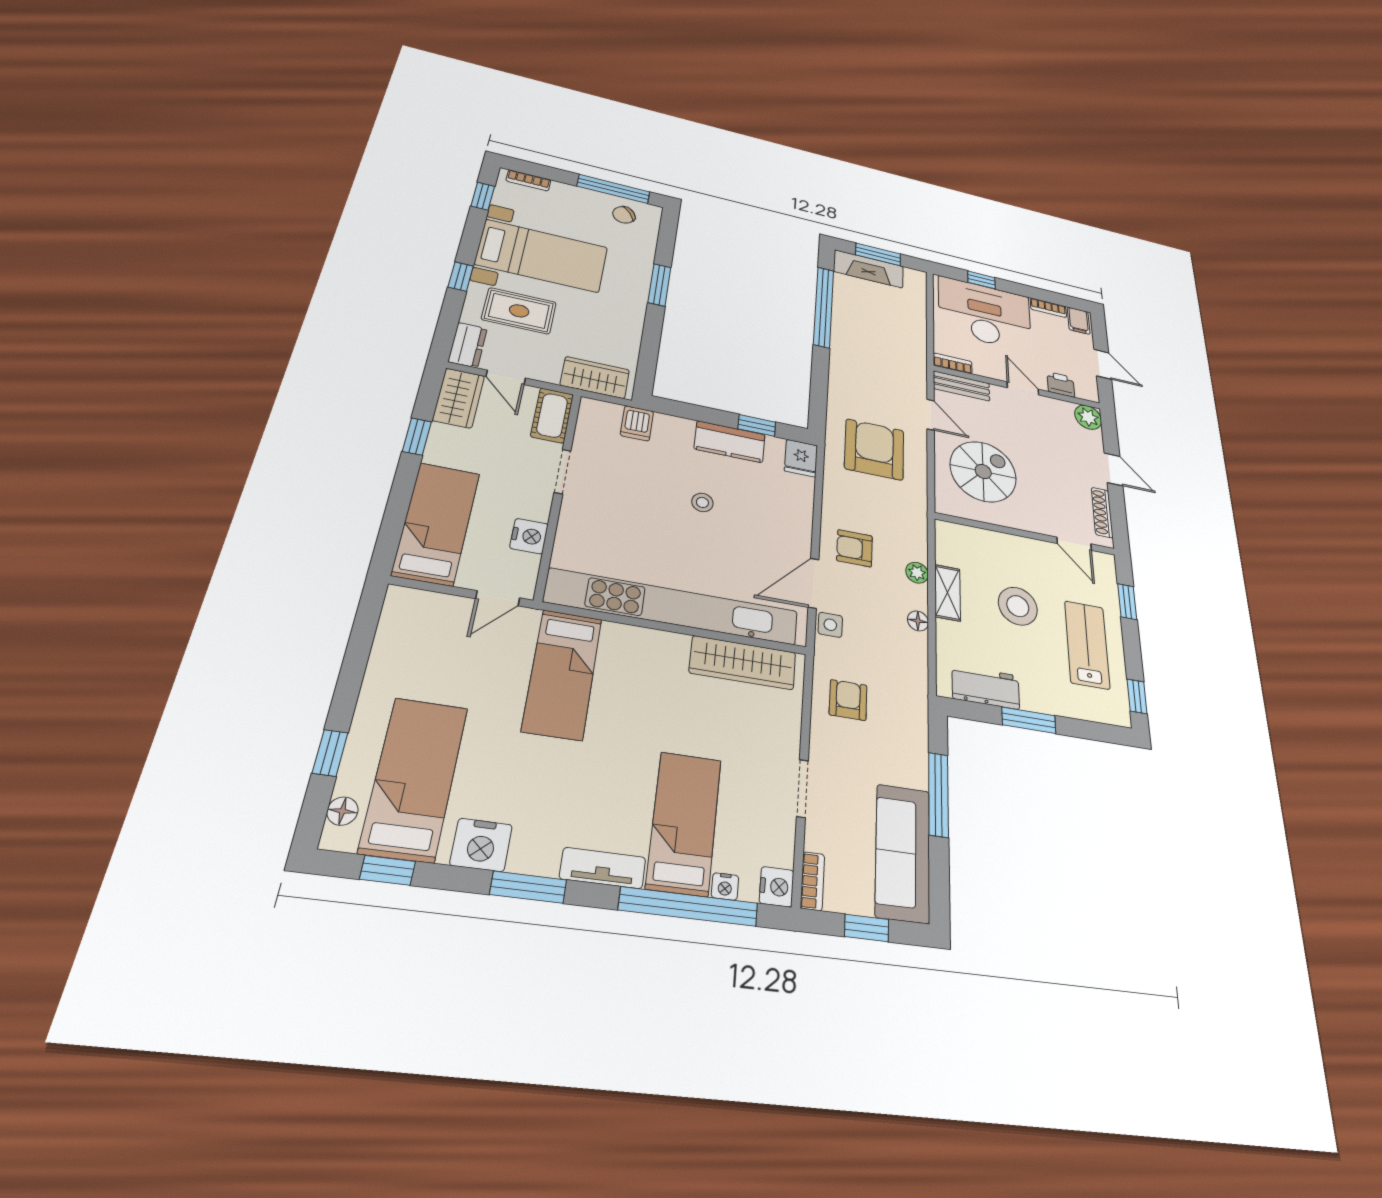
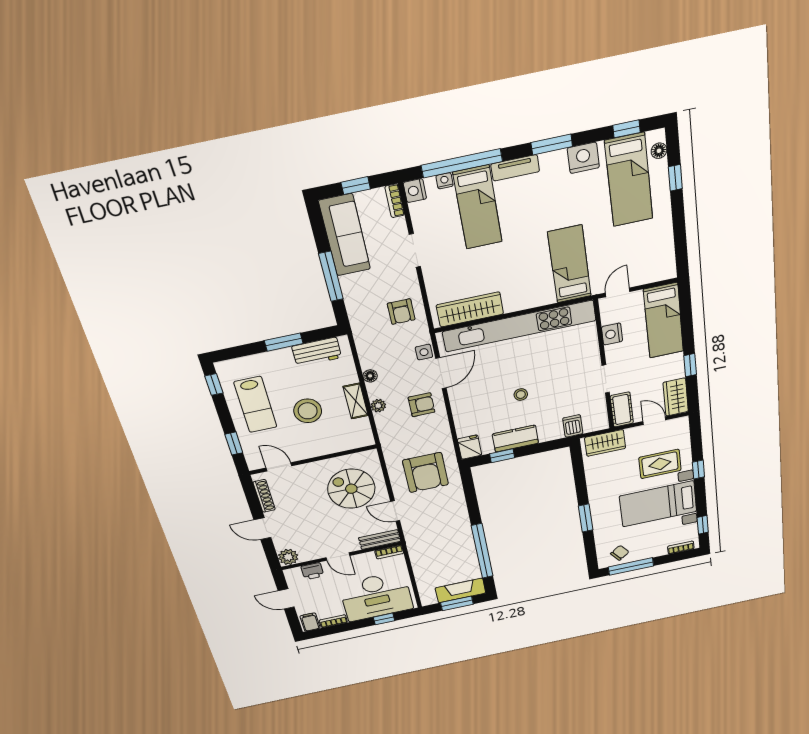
dresser: (468, 345) -> (681, 430), removed
spiral stairs: (983, 471) -> (351, 489), turned 90

